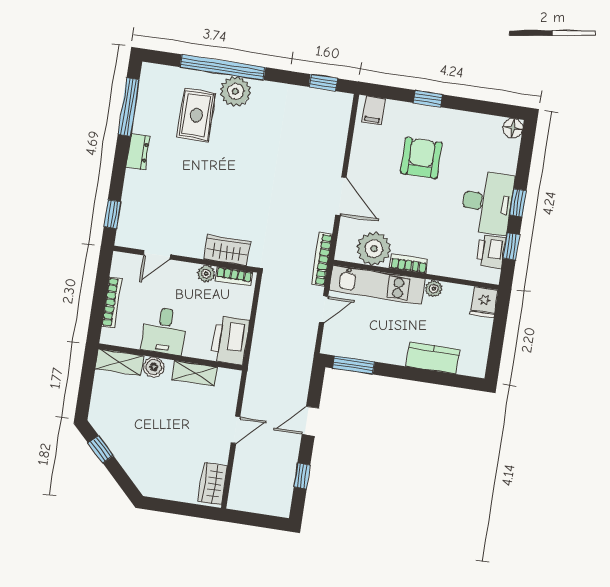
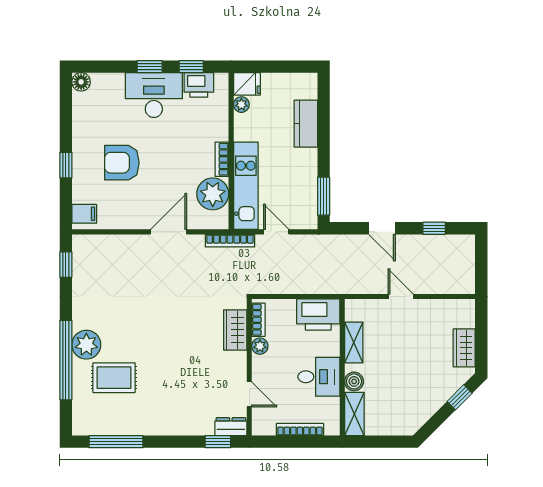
dresser: (138, 152) -> (231, 427), moved
plant: (434, 289) -> (241, 105), moved
window: (101, 449) -> (460, 397), moved
wardrobe: (213, 484) -> (464, 348), moved, turned 90

